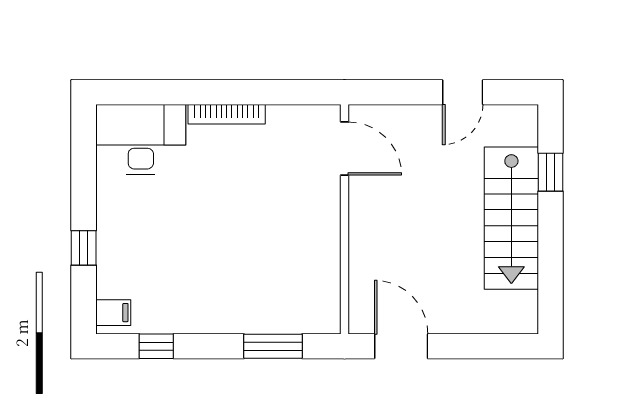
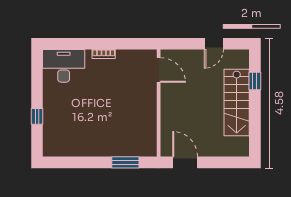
bookcase: (227, 114) -> (104, 54), width x0.64
filing cabinet: (113, 313) -> (51, 147), removed
window: (156, 346) -> (71, 162), removed

